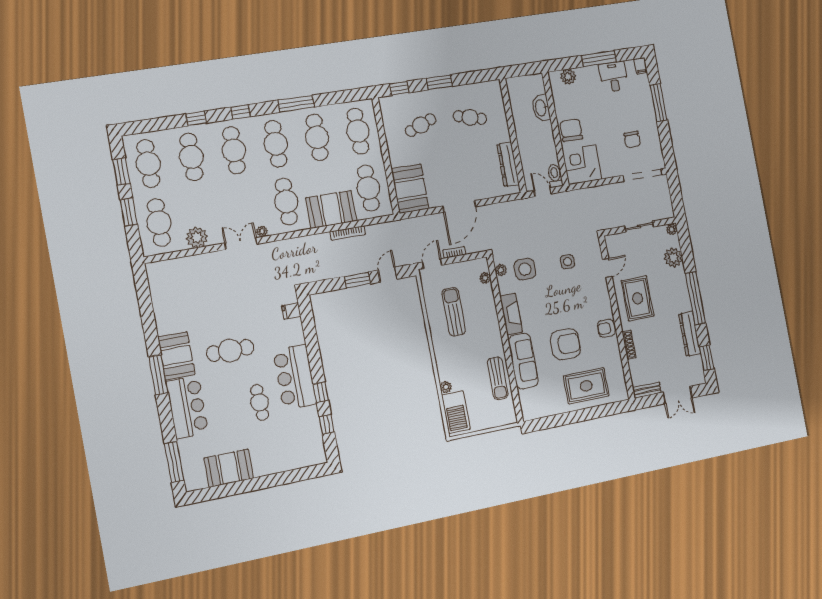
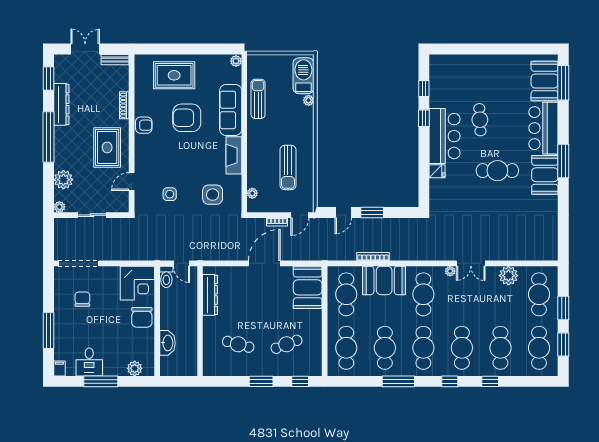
plant: (501, 270) -> (236, 61), moved
fridge: (291, 311) -> (437, 171), moved
booth: (229, 468) -> (545, 81), moved, turned 90

